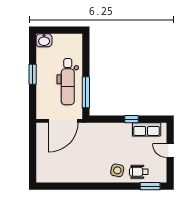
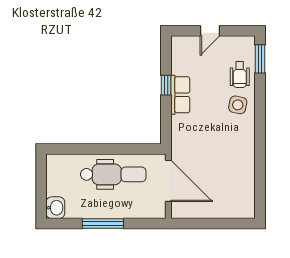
window: (33, 74) -> (103, 224), width x1.44
window: (86, 92) -> (128, 149), removed
row of seats: (147, 129) -> (180, 95), moved

